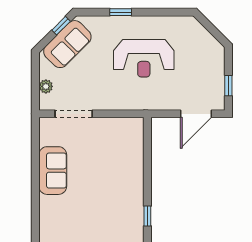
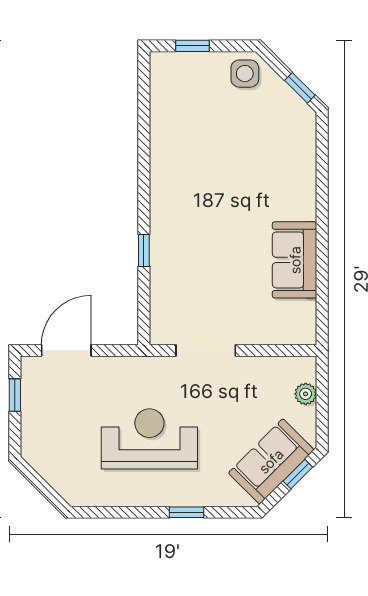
window: (61, 26) -> (298, 474), moved
doorway: (74, 114) -> (206, 350), moved
window: (147, 216) -> (144, 250), moved

